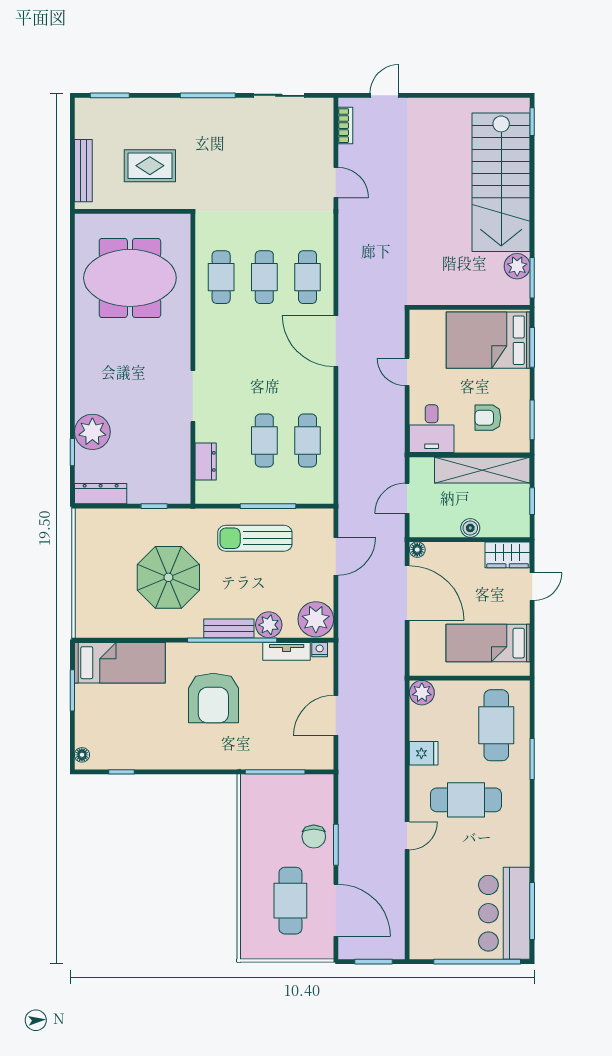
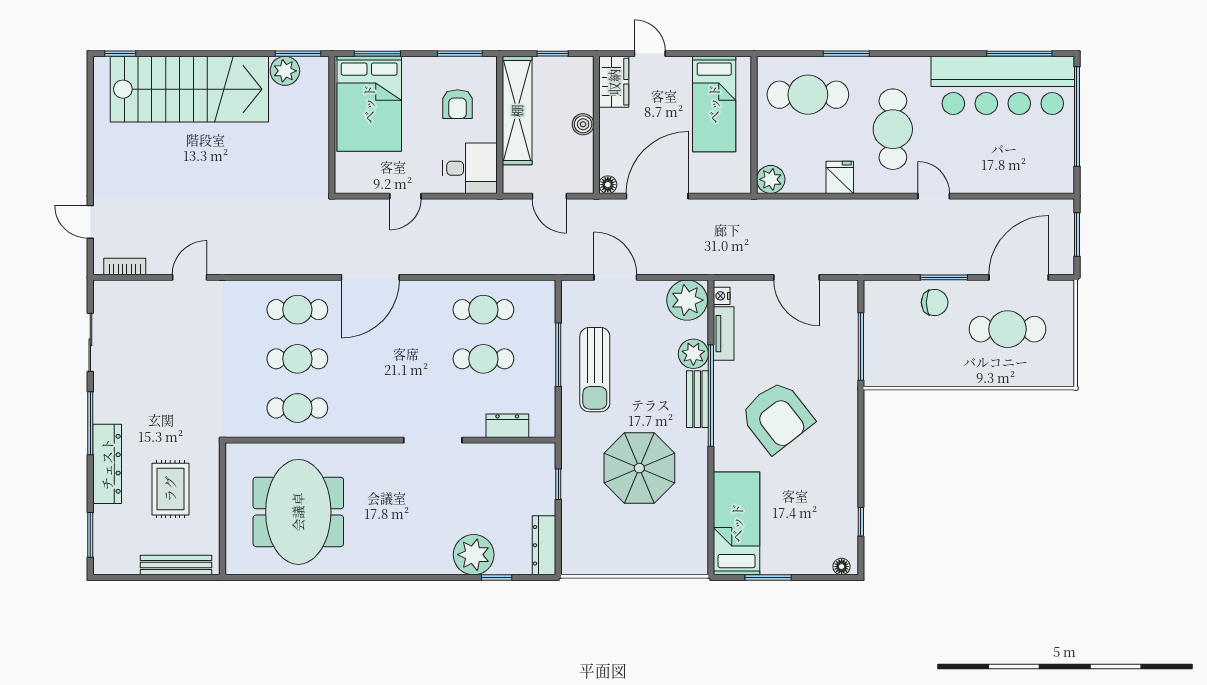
dresser: (172, 110) -> (107, 464), added
armchair: (213, 698) -> (777, 417), turned 52
bar counter: (504, 913) -> (1003, 85), width x1.36

